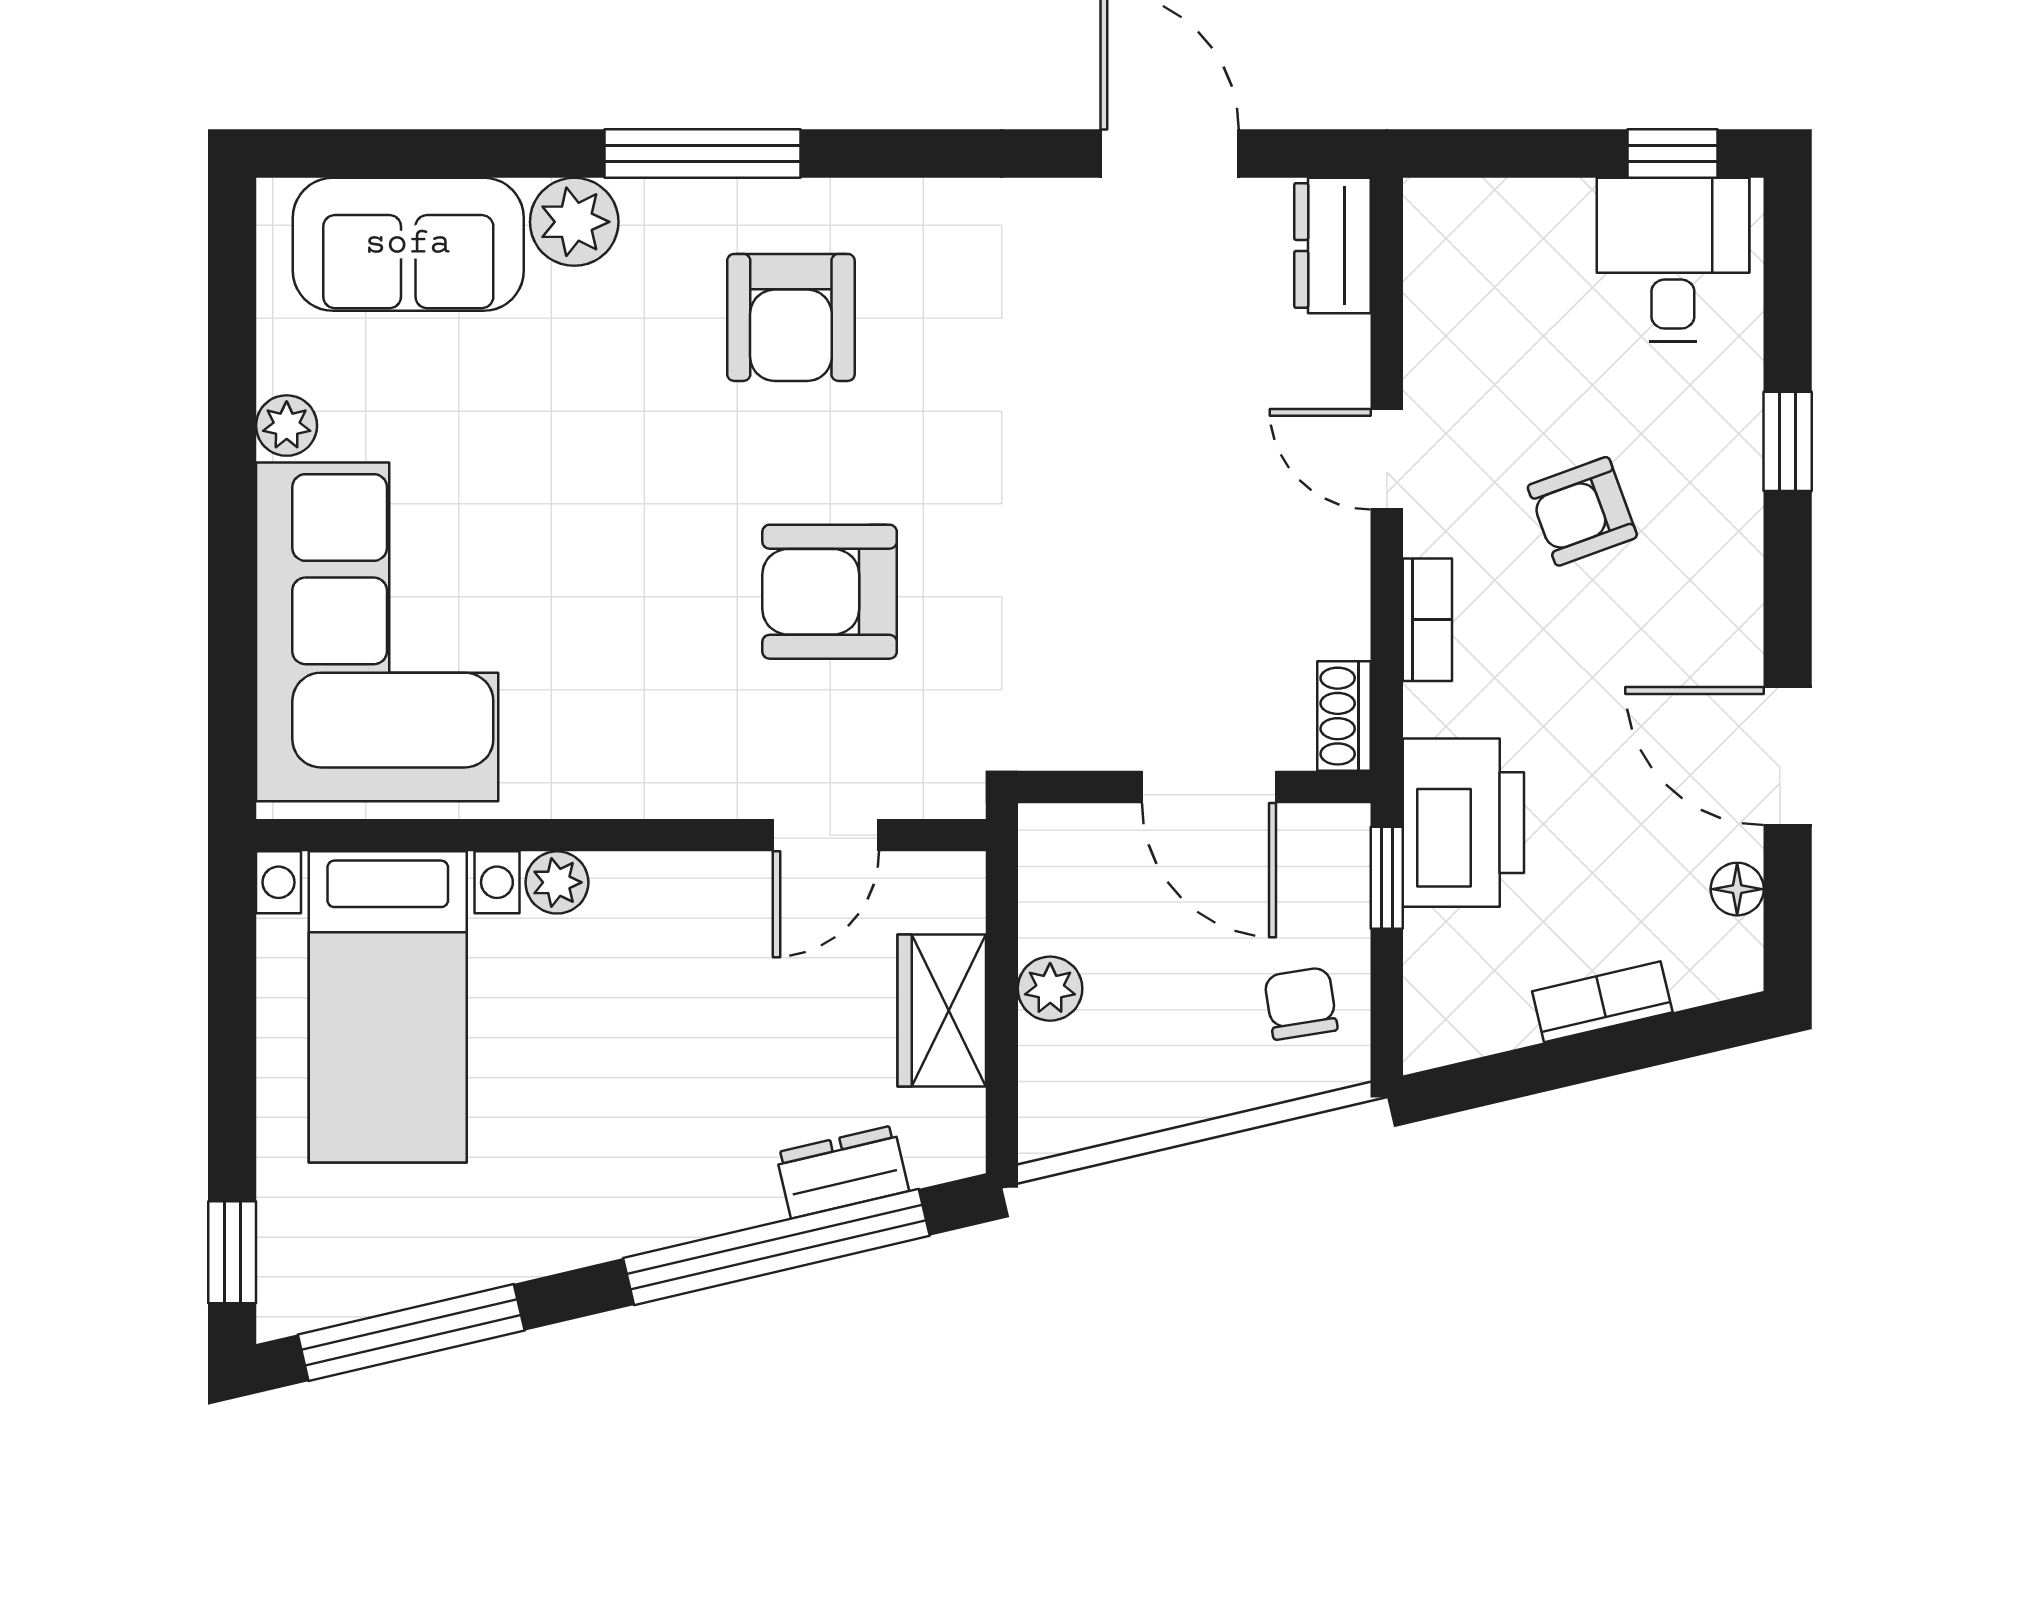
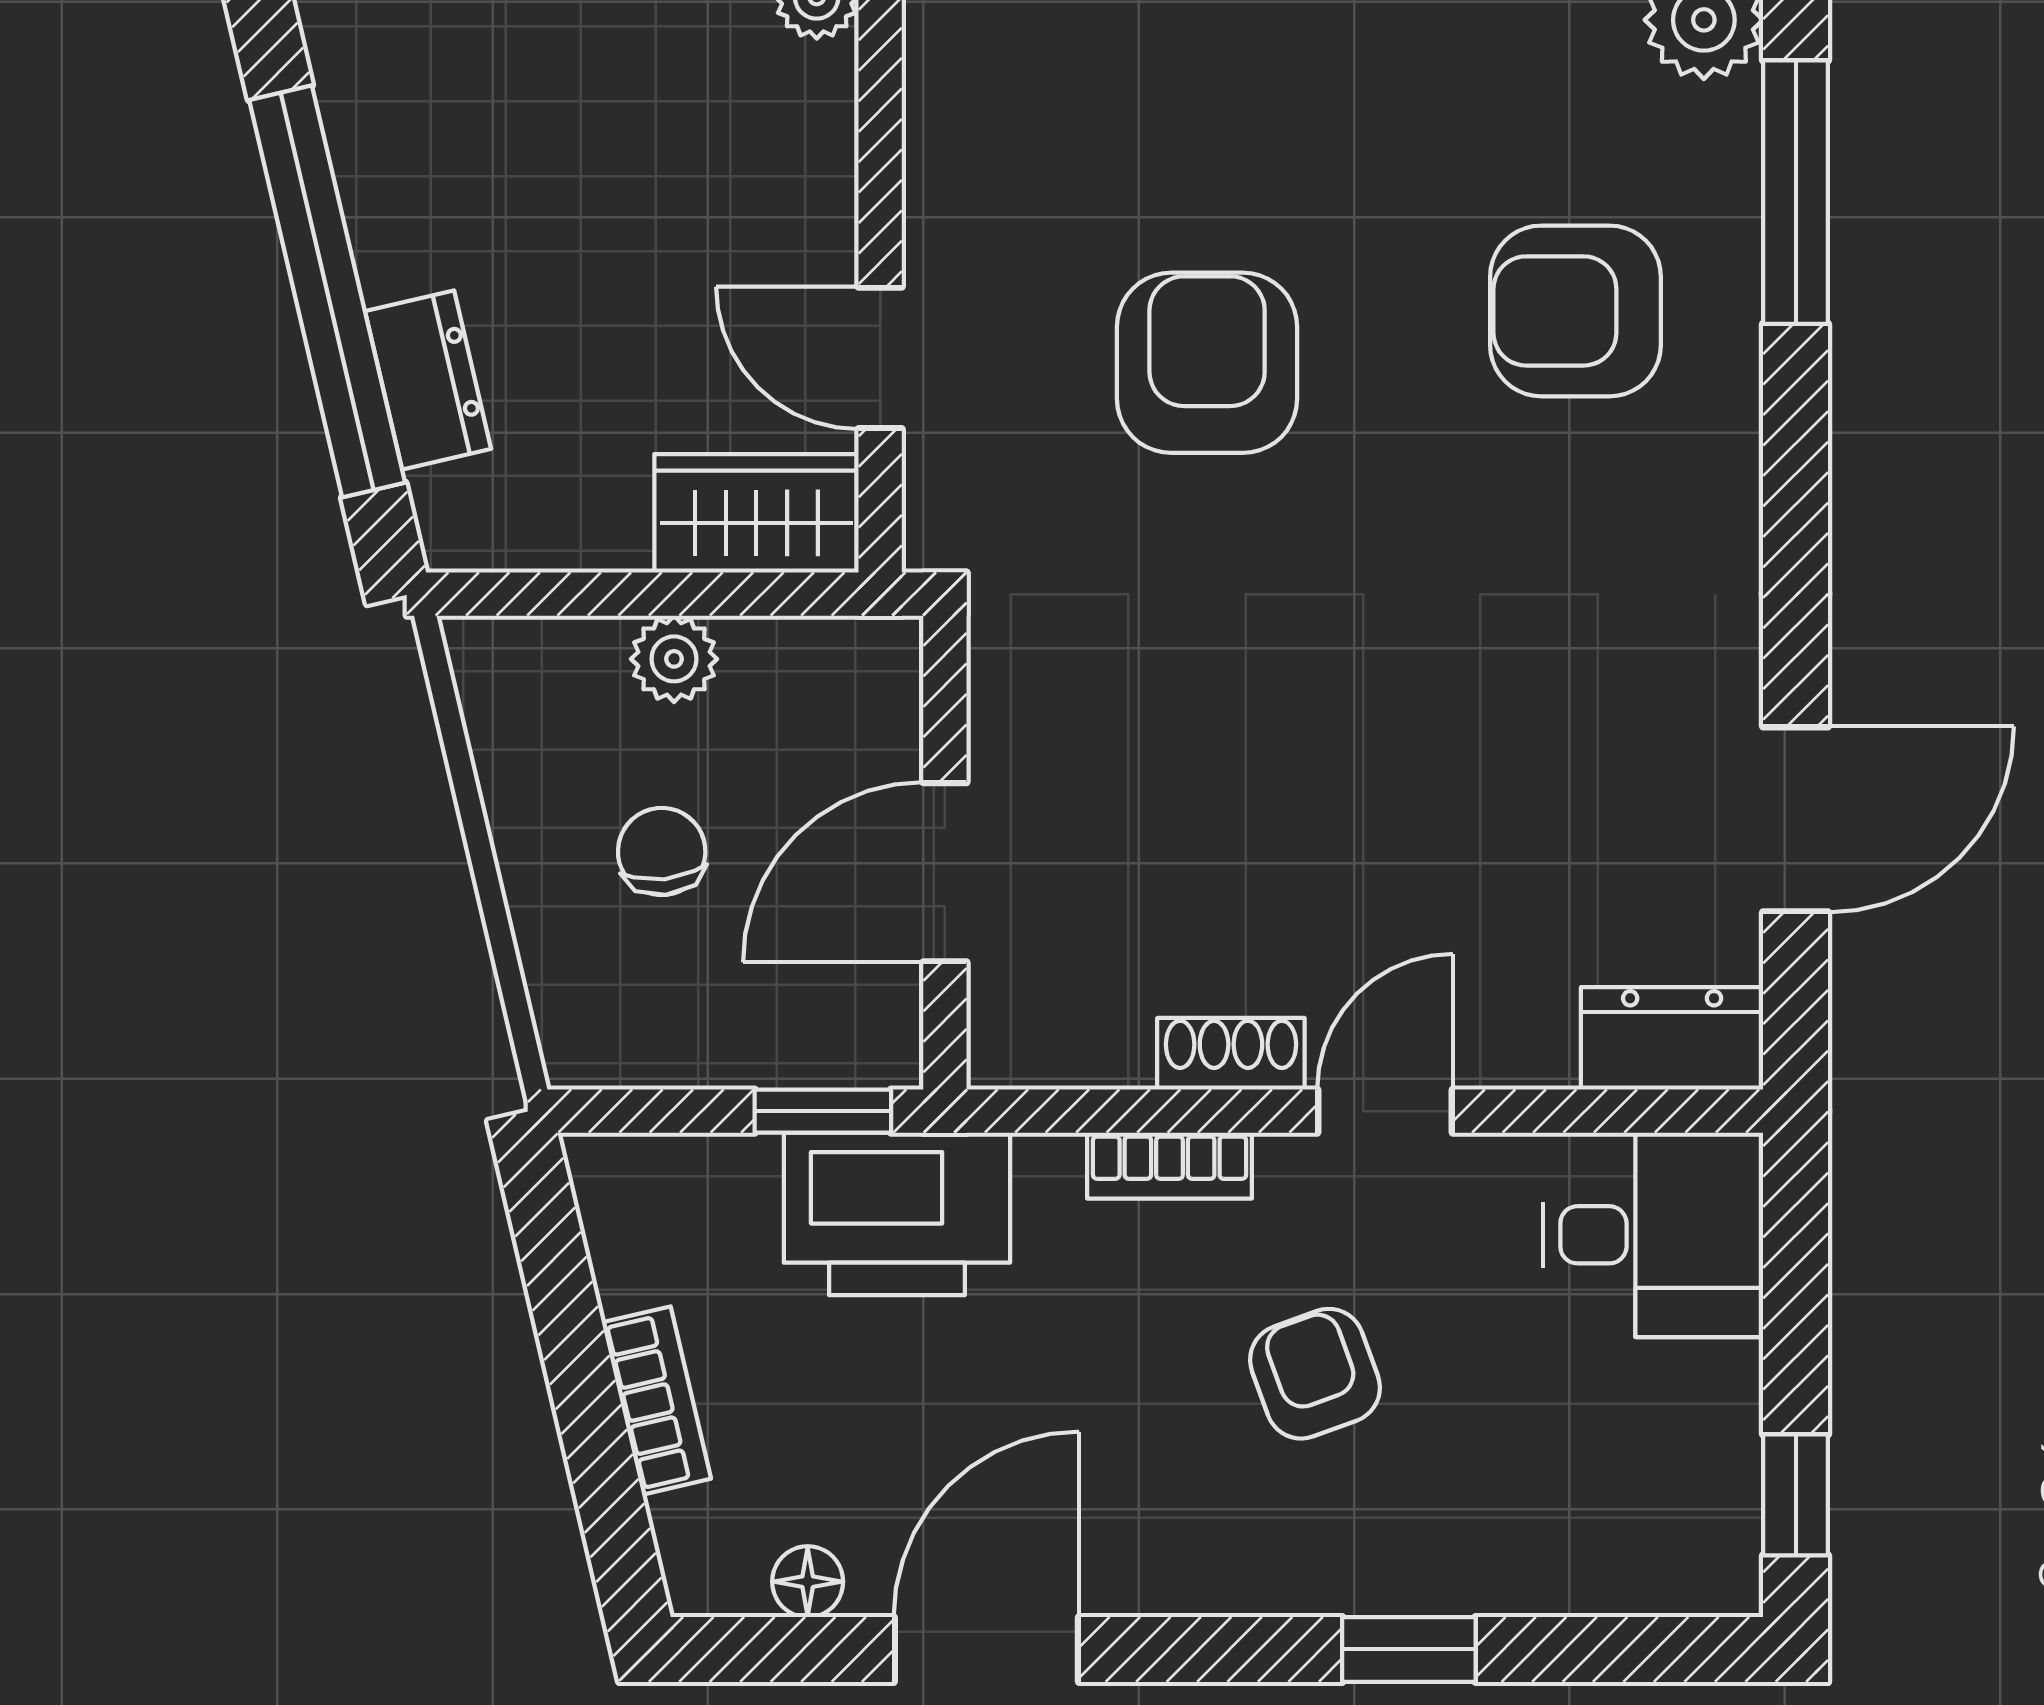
desk: (1673, 260) -> (1653, 1235), moved
shoe rack: (1344, 716) -> (1231, 1054), moved
chair: (1301, 1003) -> (662, 851), moved, turned -87
wardrobe: (942, 1011) -> (756, 513), moved

